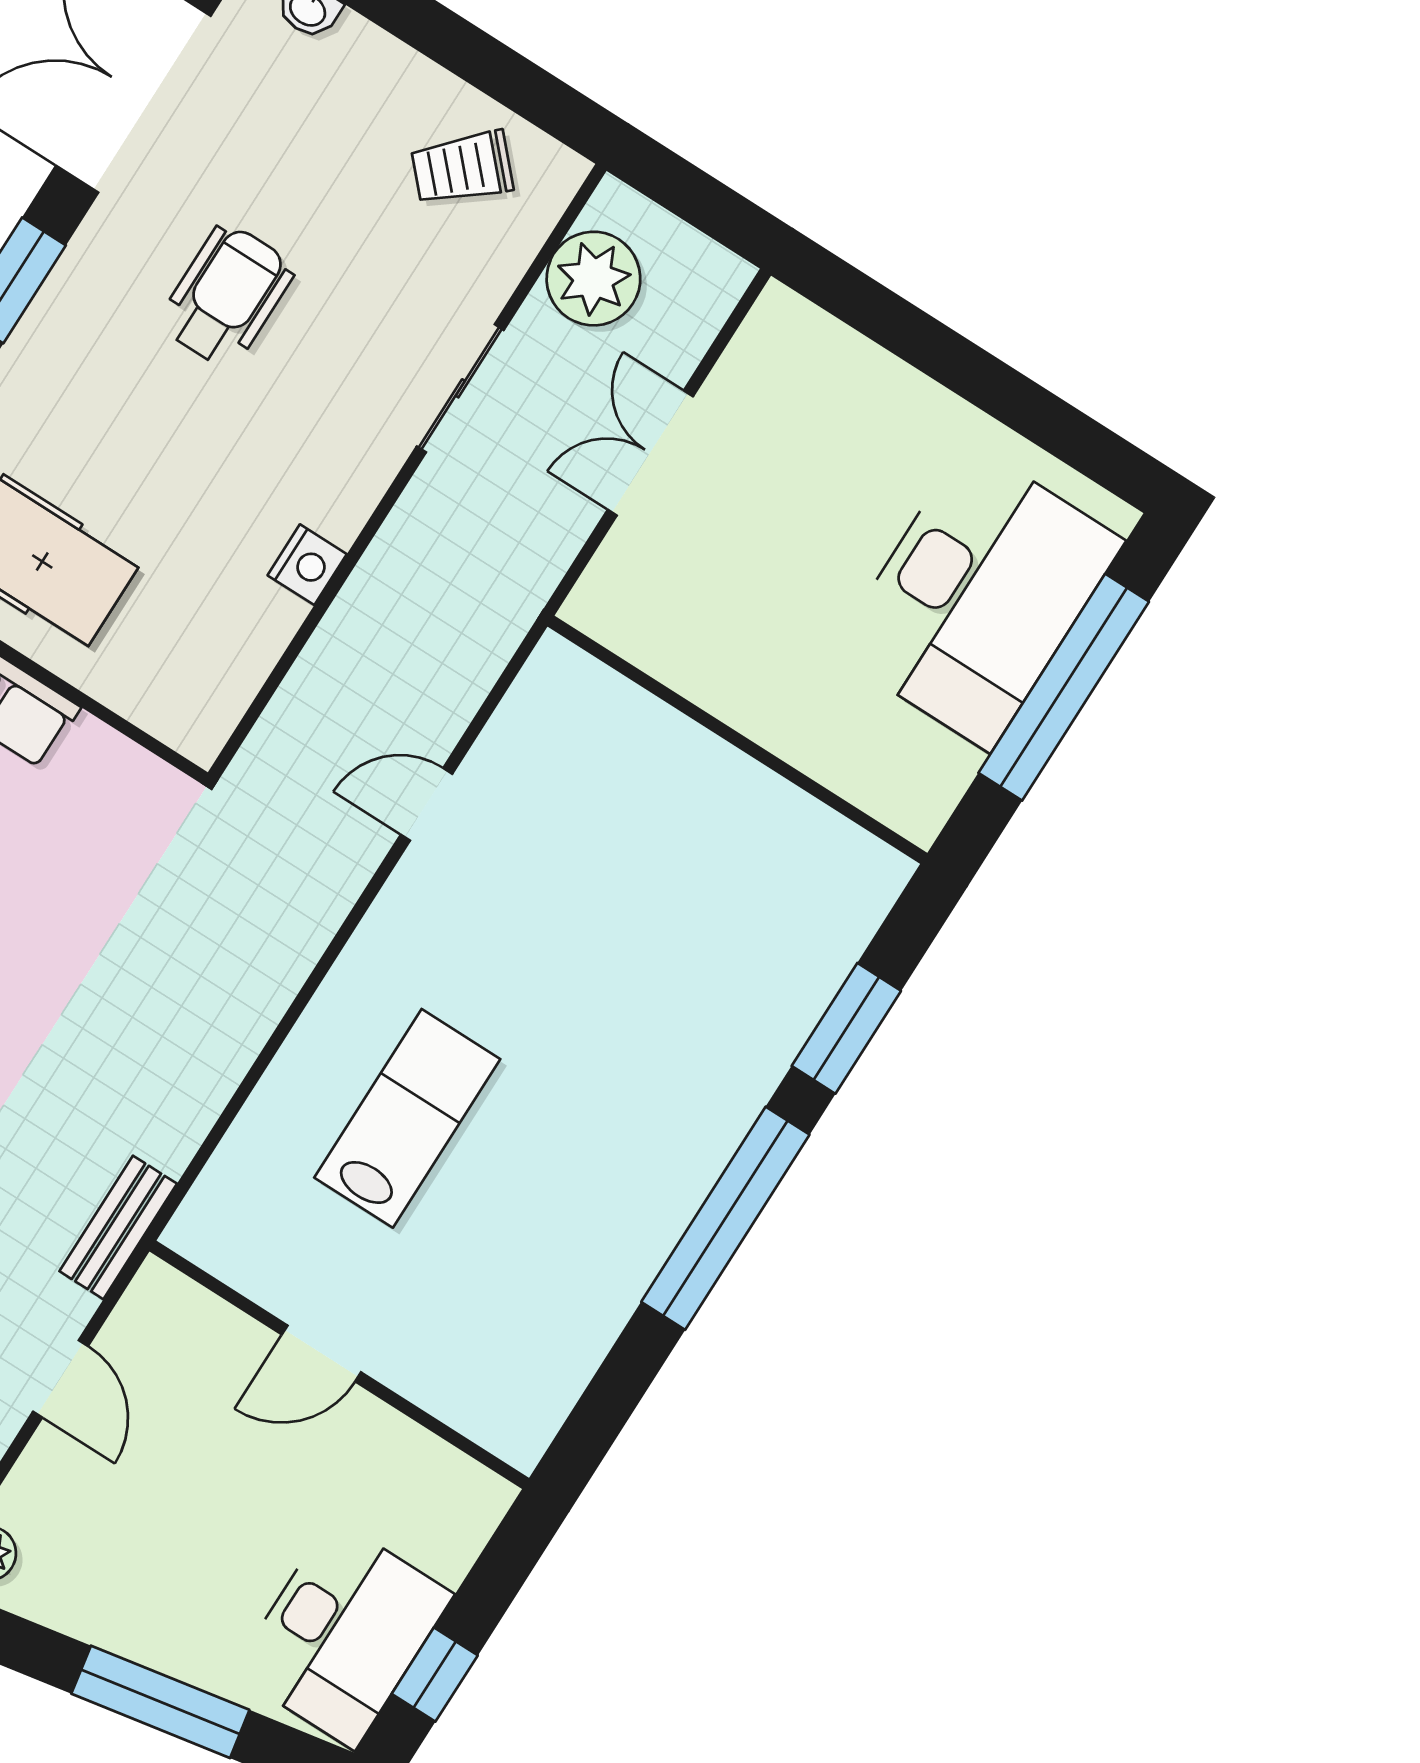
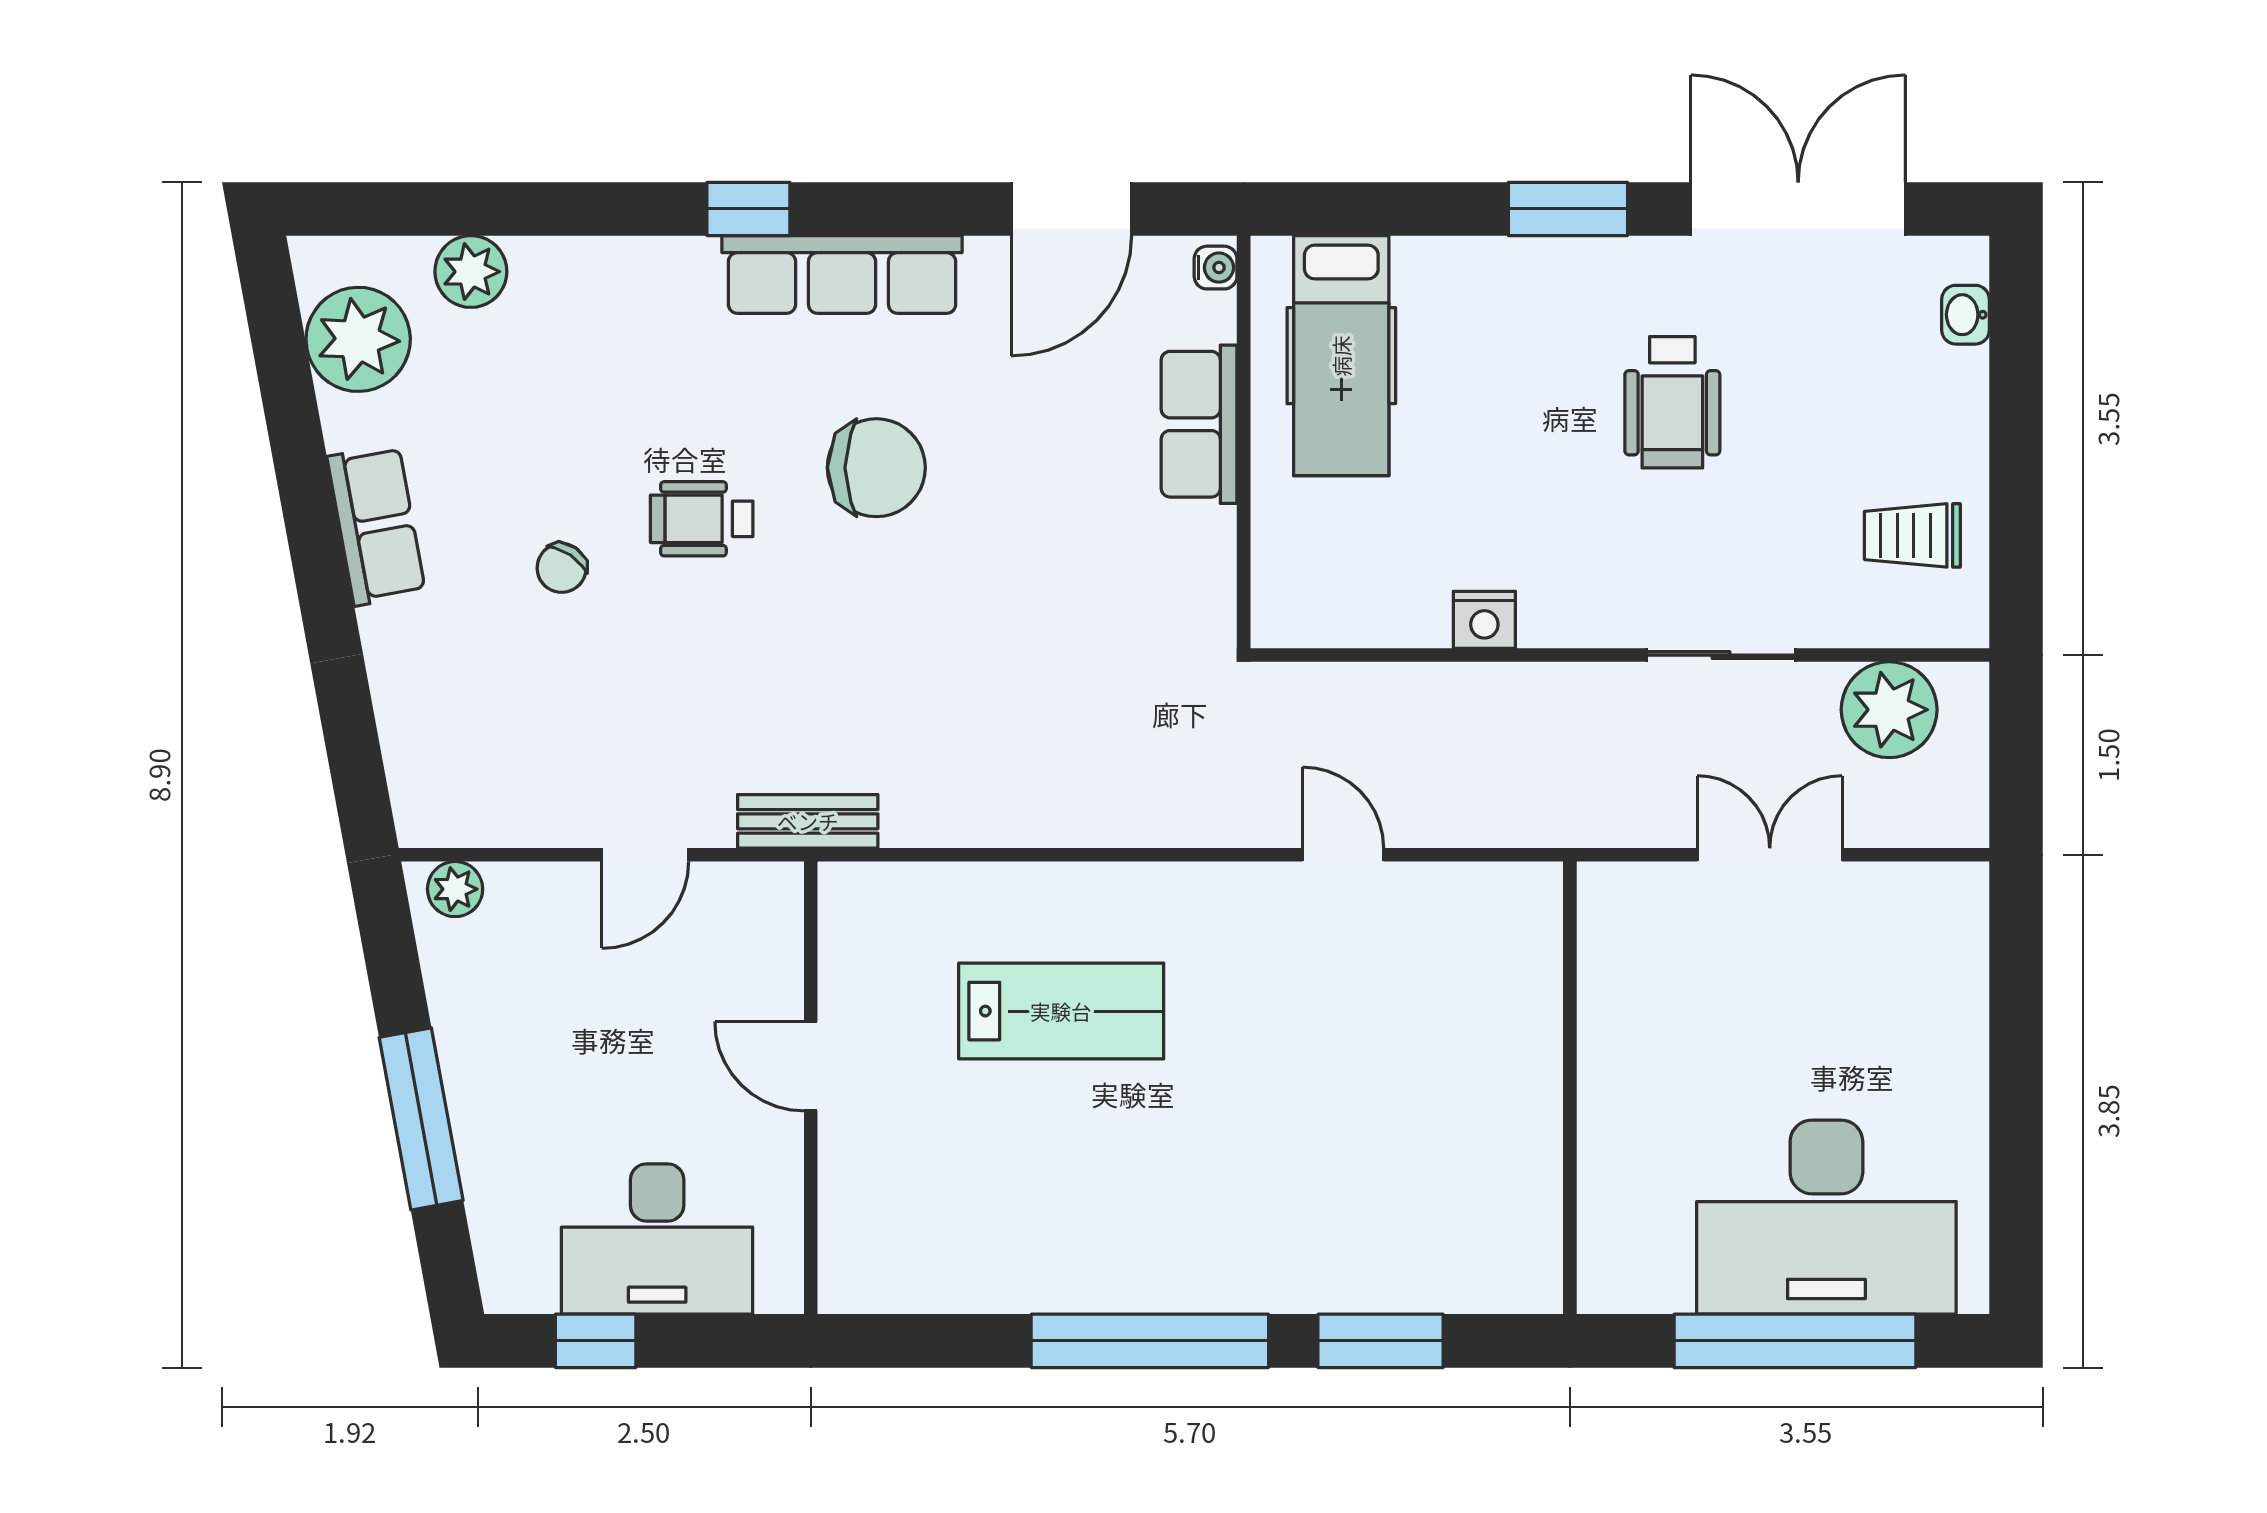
trolley: (462, 168) -> (1912, 535), turned -47
wheelchair: (227, 296) -> (1672, 402), turned 90
desk: (343, 1633) -> (657, 1239), moved

